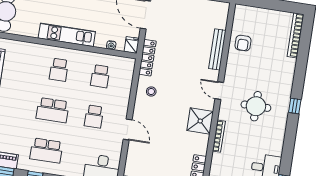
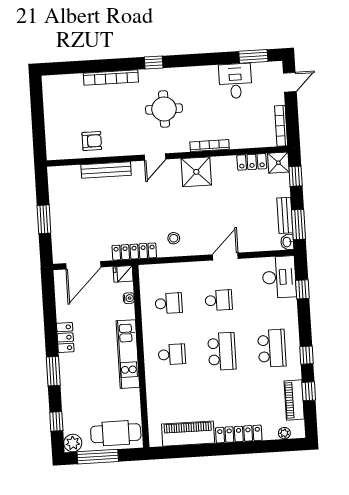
bookcase: (296, 35) -> (111, 78), moved

